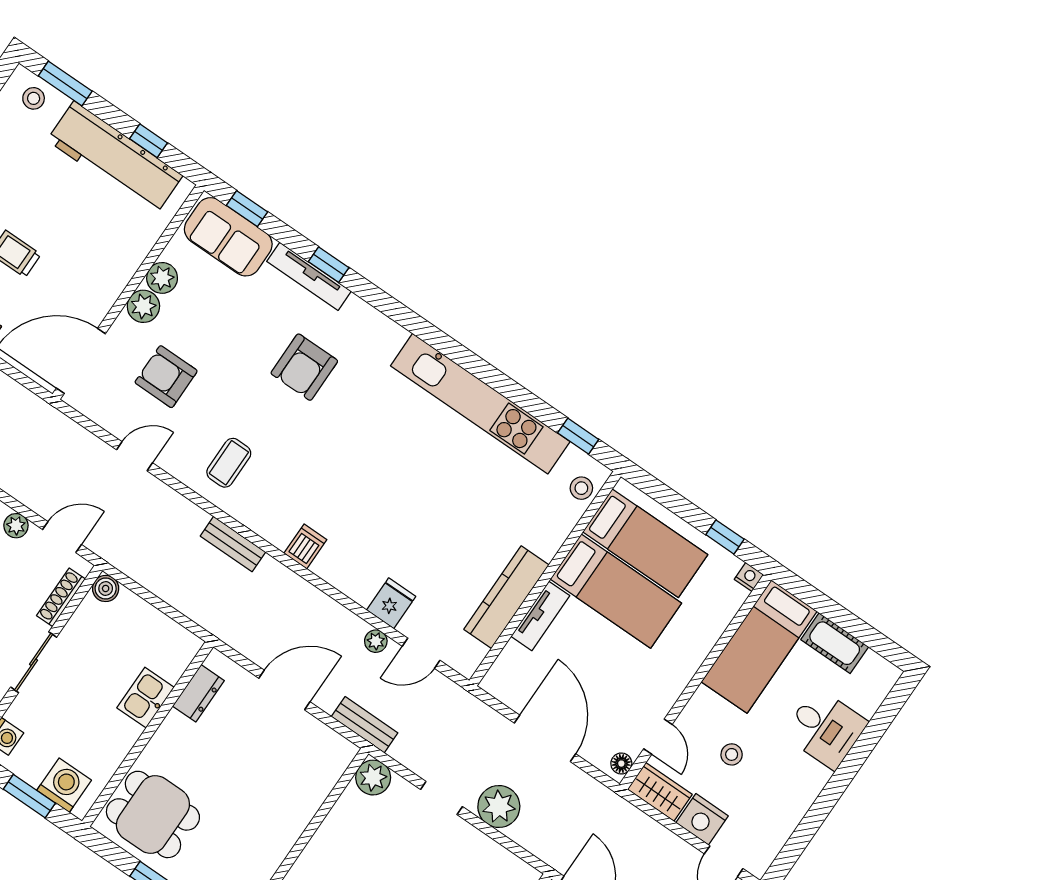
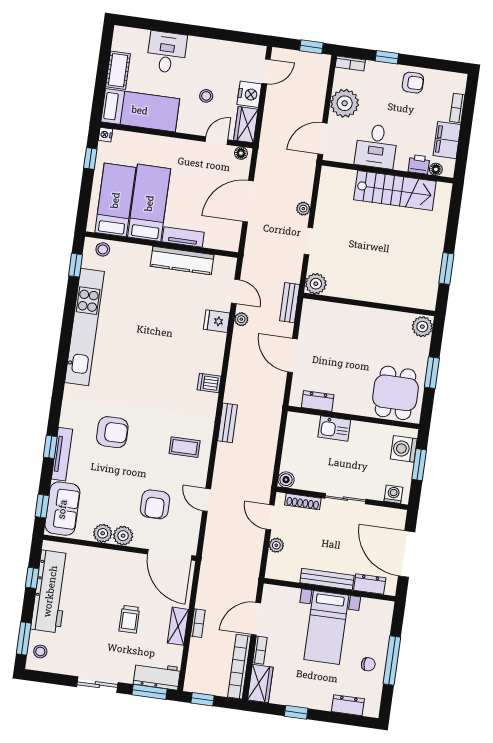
plant: (499, 806) -> (303, 209), width x0.53, depth x0.53

